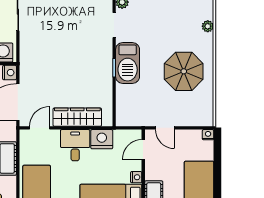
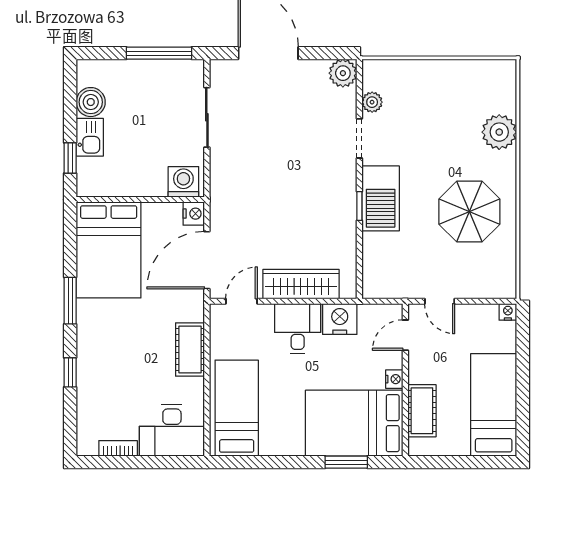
plant: (208, 26) -> (499, 132), width x1.88, depth x1.88

